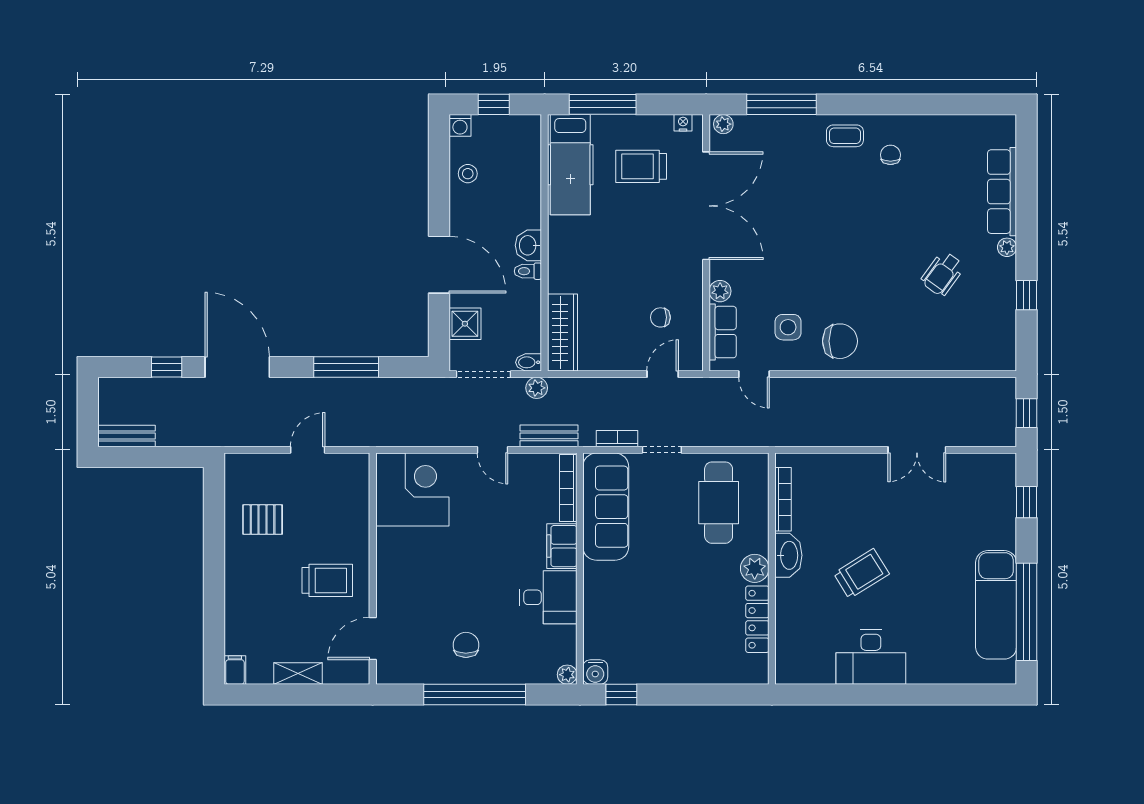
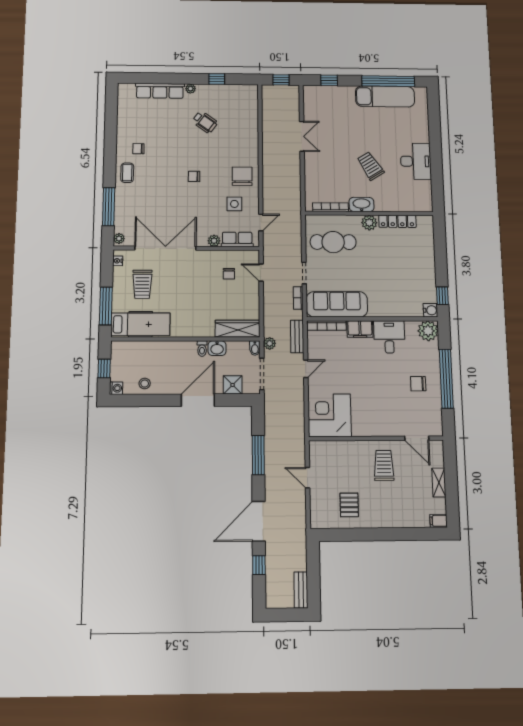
washbasin: (528, 245) -> (217, 348), moved
chair: (839, 255) -> (194, 176), added
plant: (567, 675) -> (428, 331), width x1.88, depth x1.88

